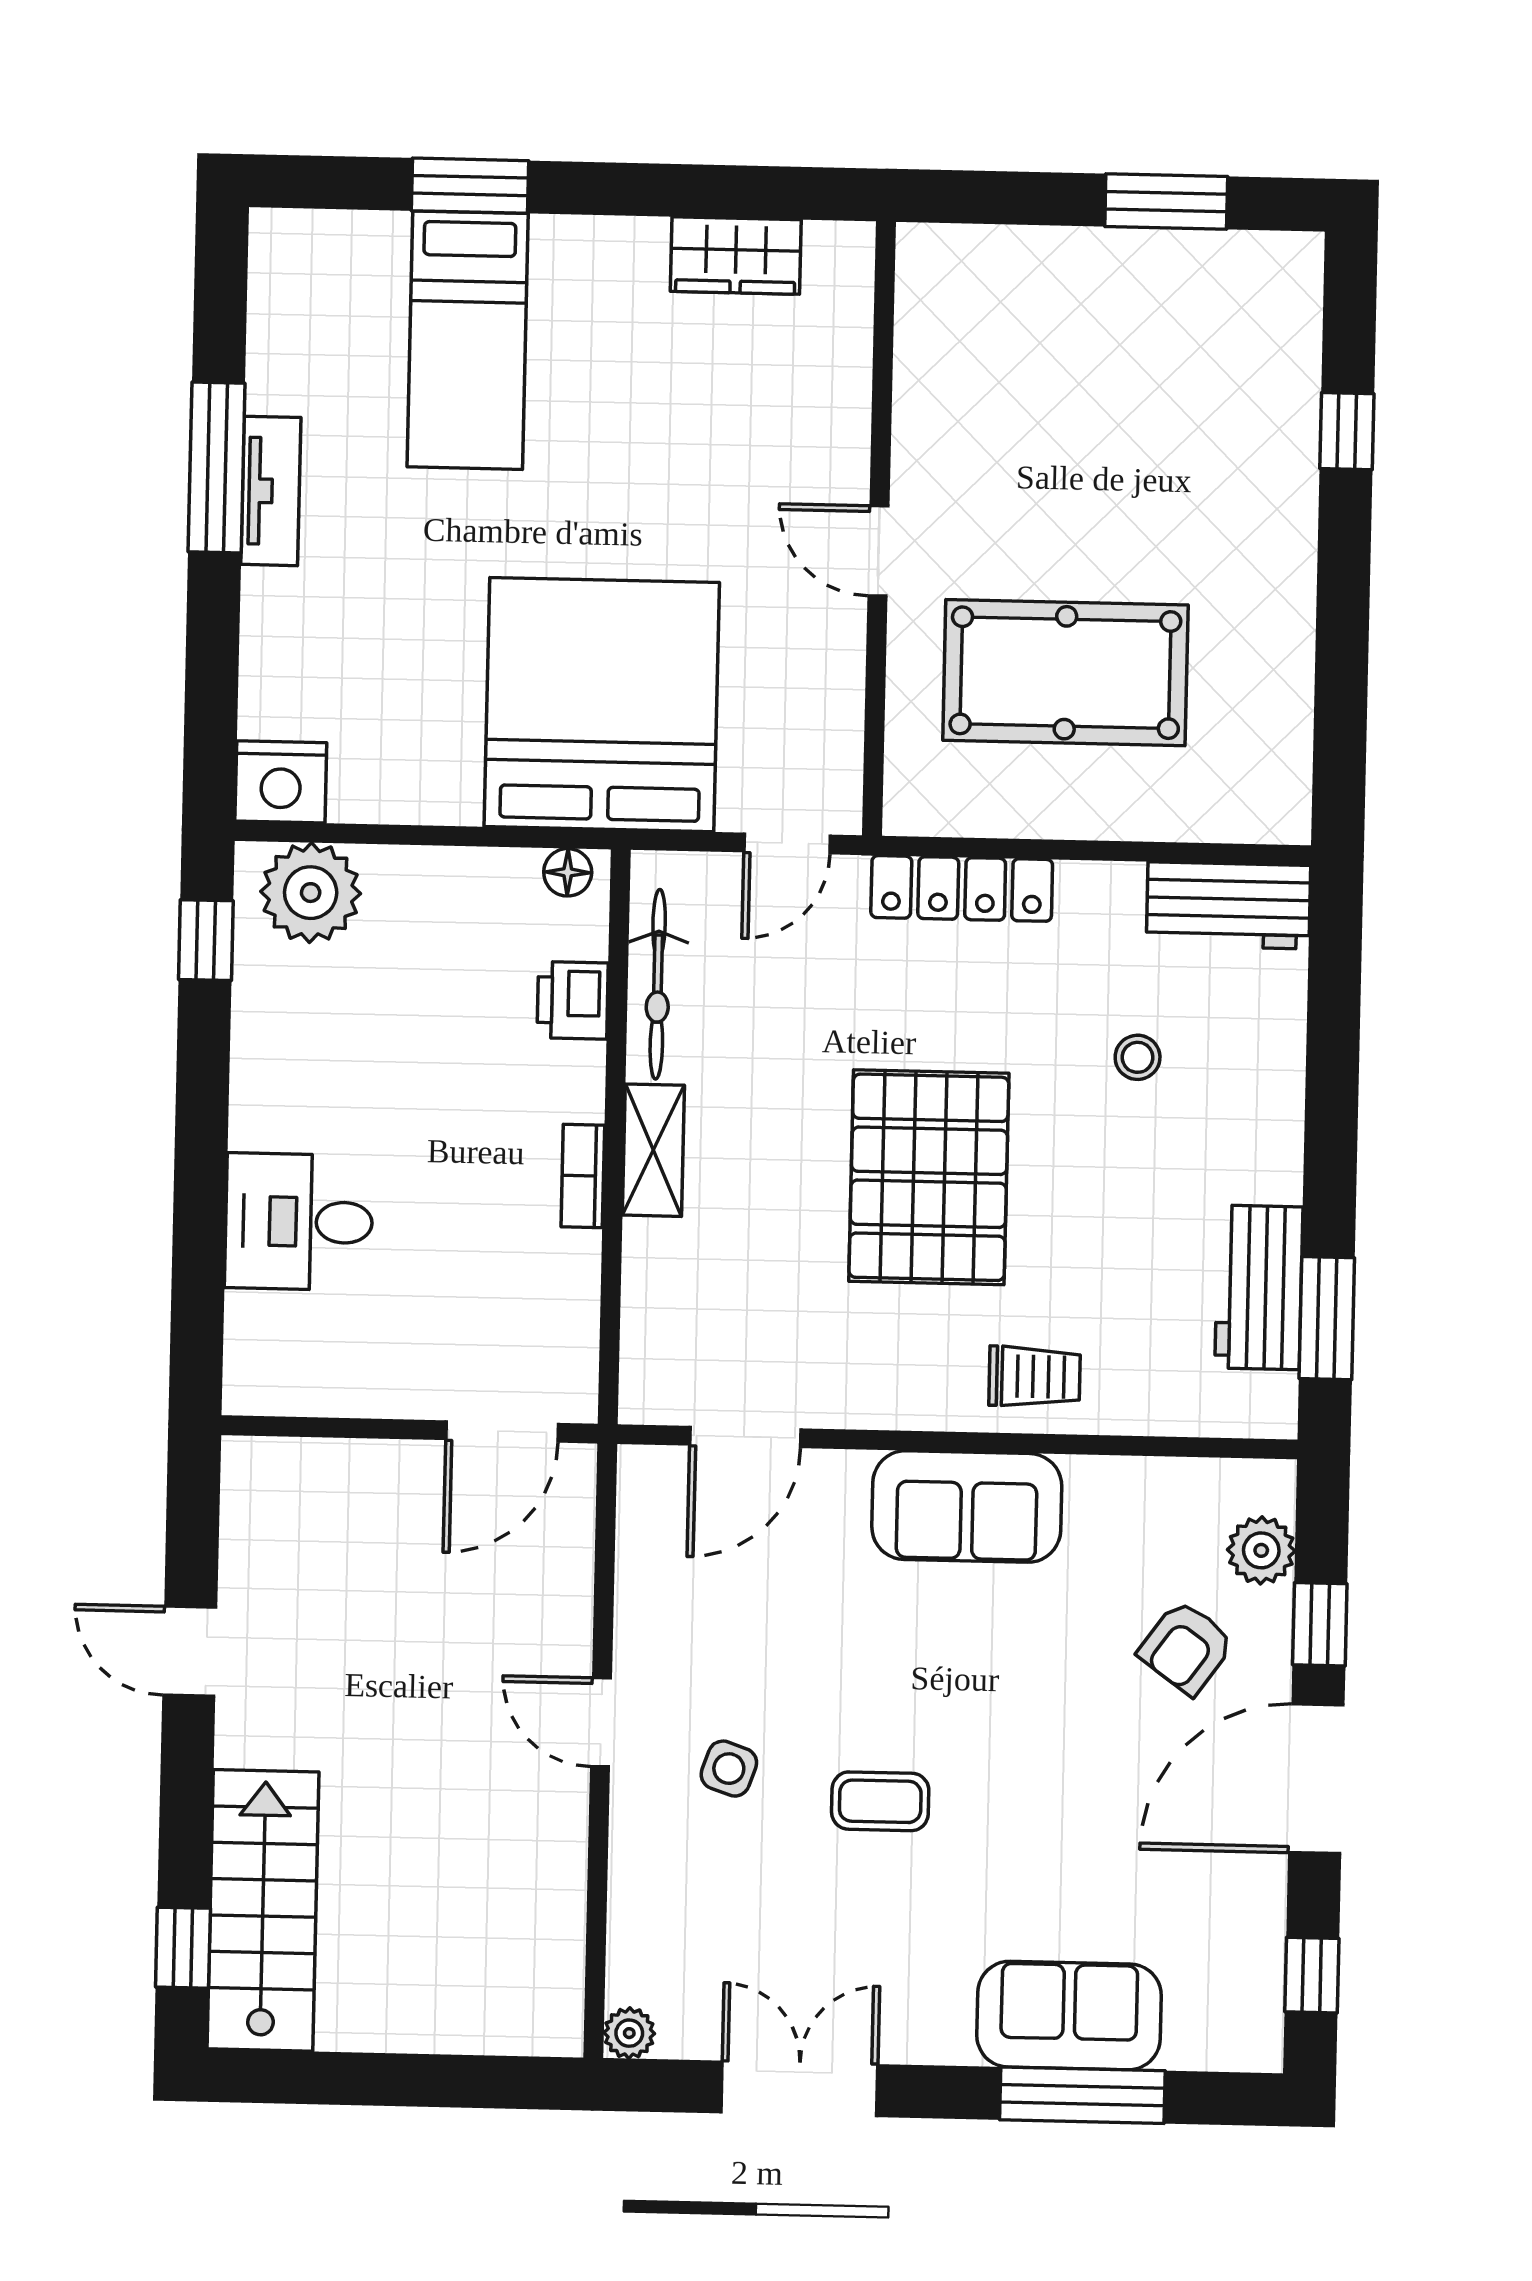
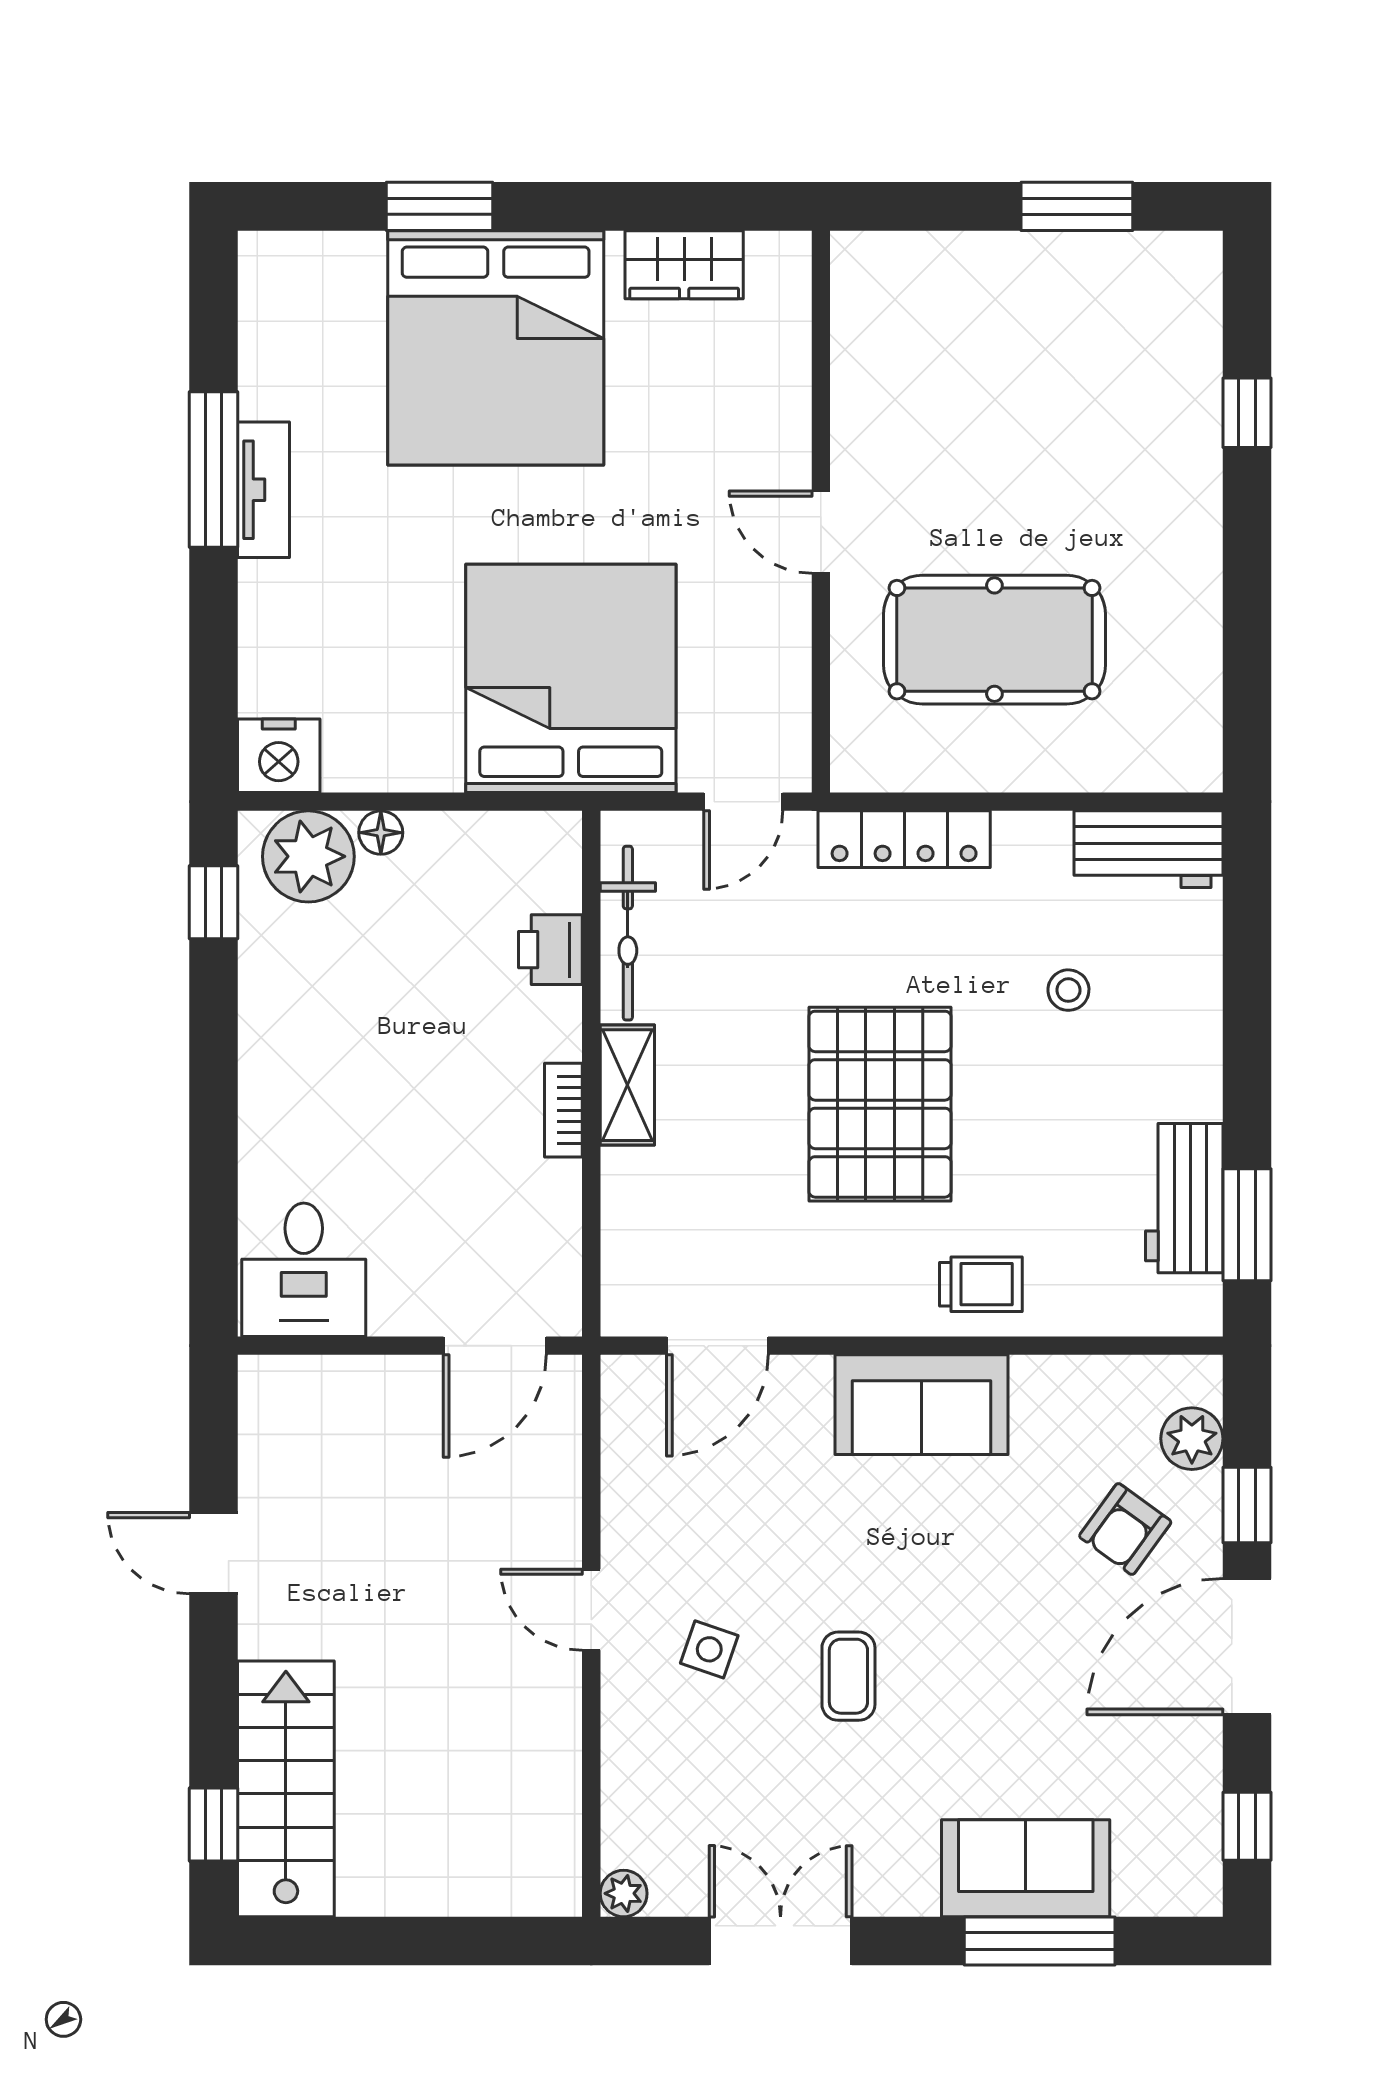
bed: (468, 340) -> (496, 348), width x2.04
floor lamp: (568, 872) -> (381, 833), moved
desk: (299, 1222) -> (304, 1270), moved, turned -90
coffee table: (880, 1801) -> (848, 1676), turned 90

